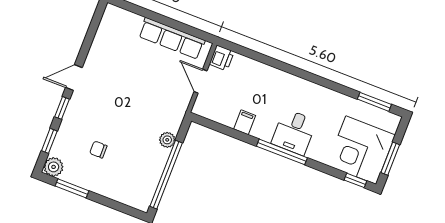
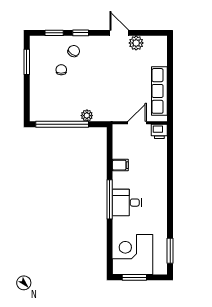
door: (74, 78) -> (119, 33), moved
chair: (81, 125) -> (74, 51), added
plant: (54, 167) -> (136, 43), moved
window: (355, 180) -> (110, 259), removed

